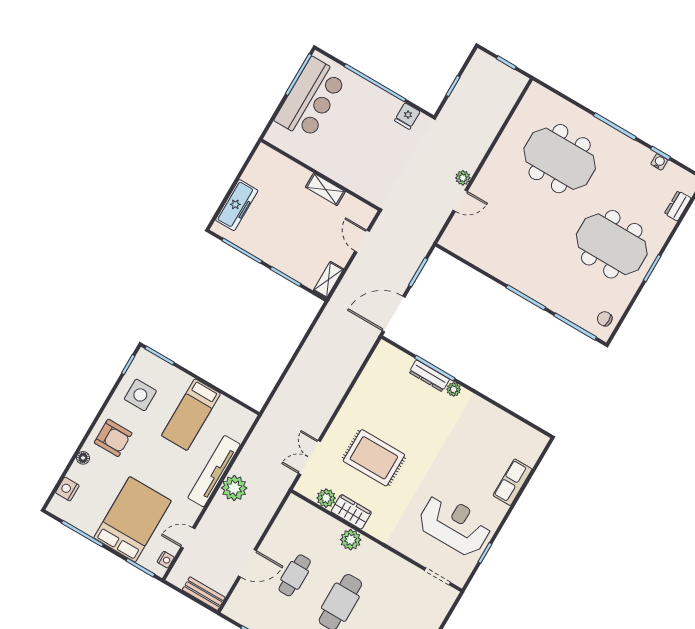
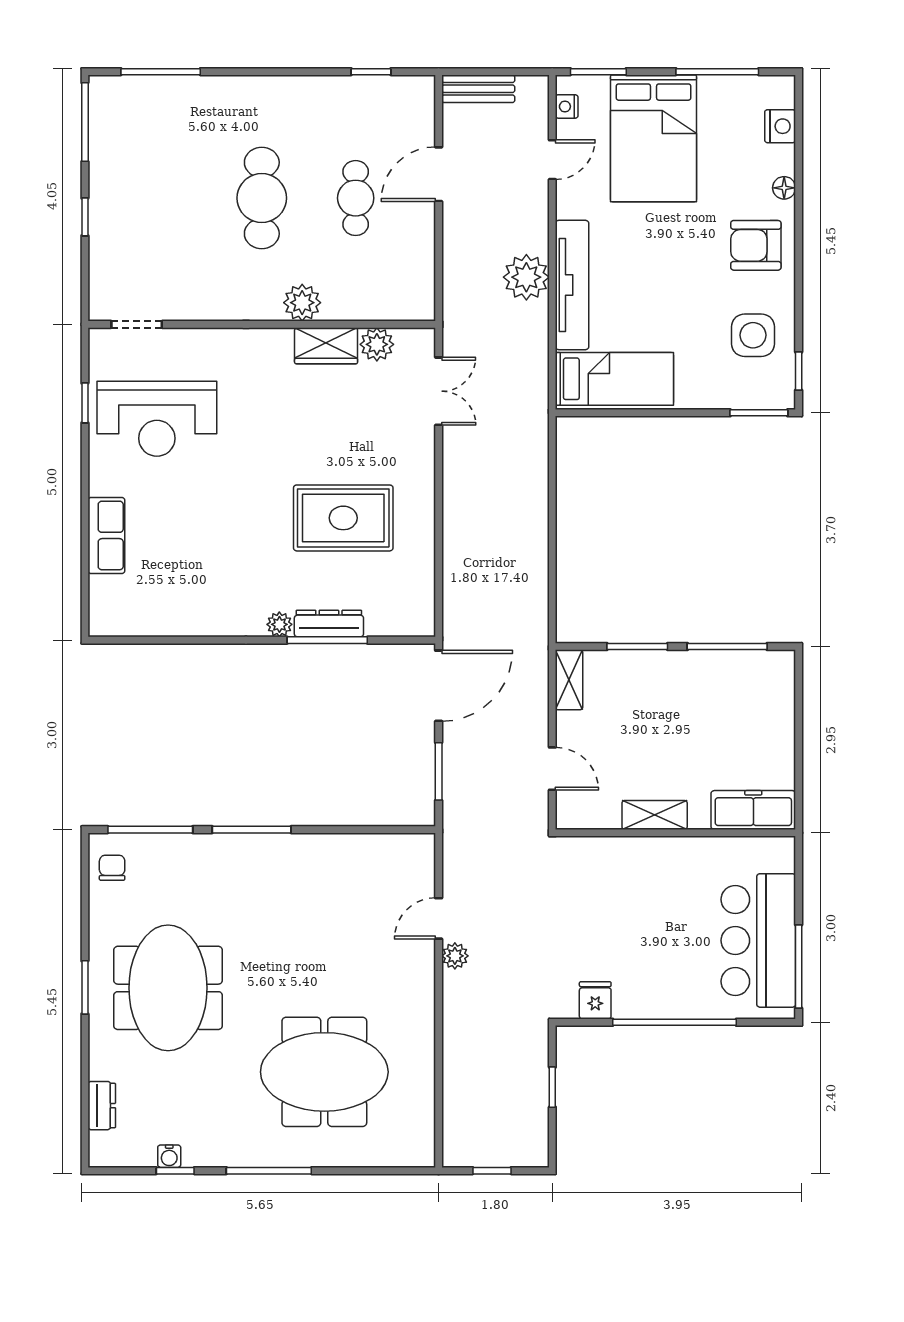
freezer: (237, 205) -> (753, 810), moved, turned 90
meeting table: (612, 244) -> (168, 988), turned 90
chair: (605, 319) -> (112, 868), turned -90
bed: (191, 415) -> (614, 379), moved, turned 90
rug: (374, 458) -> (343, 518), moved

